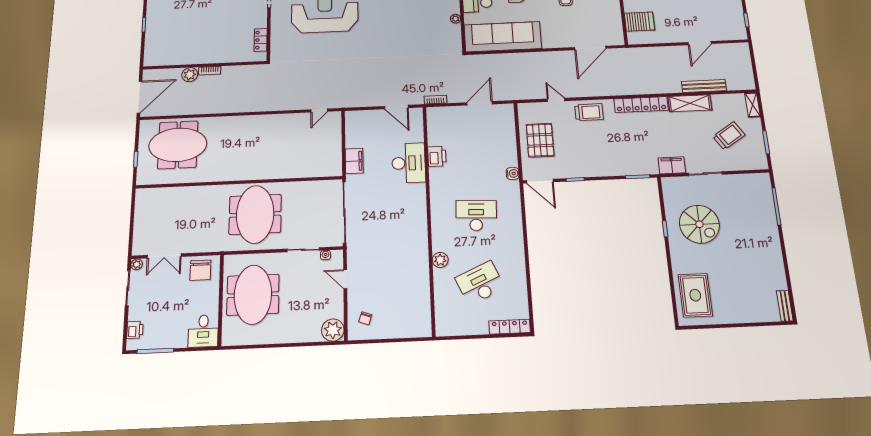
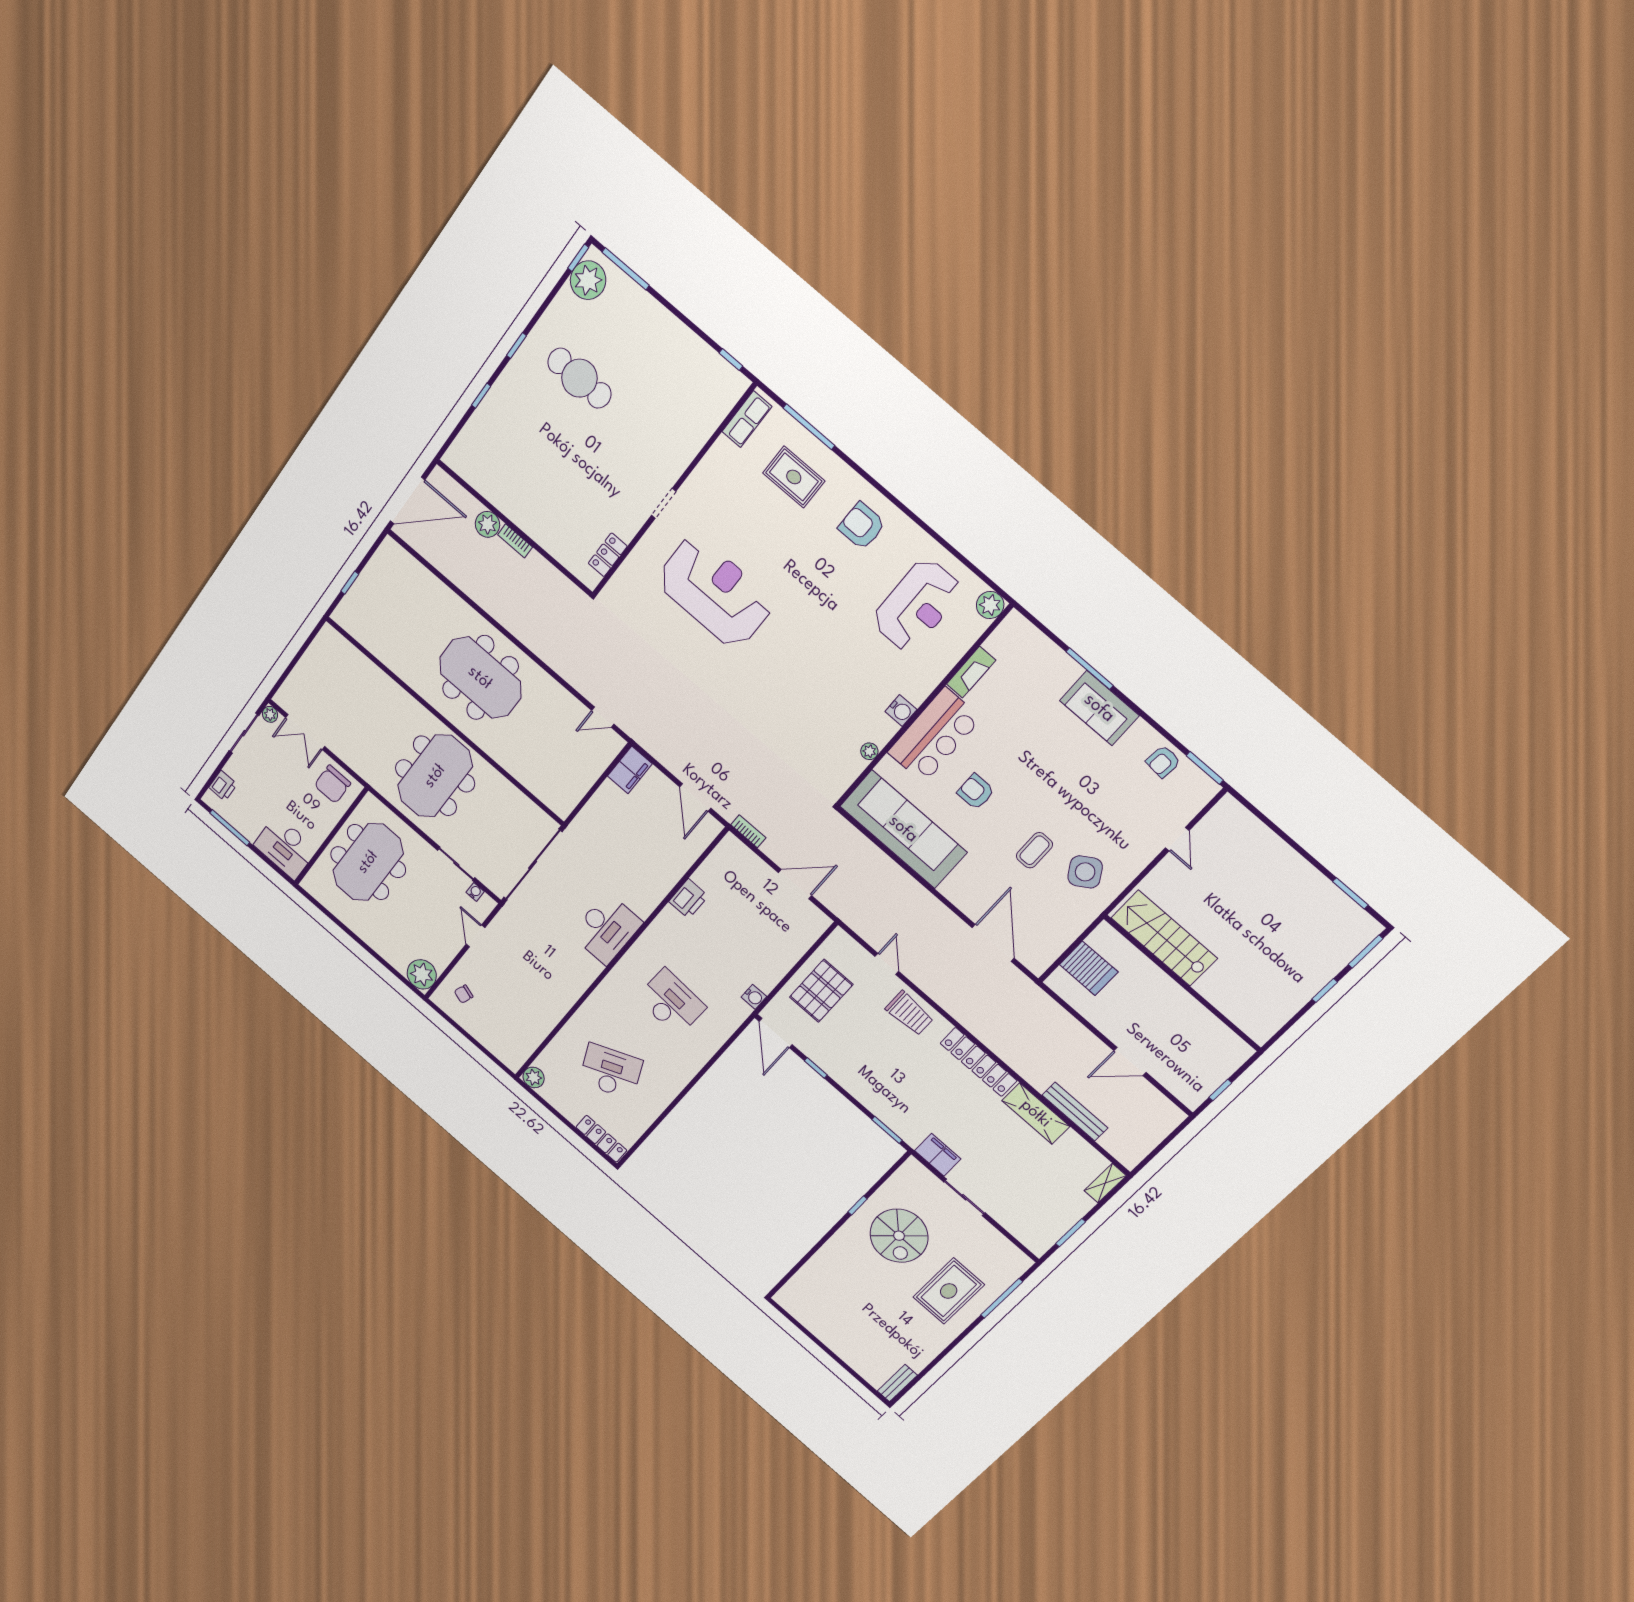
door: (590, 48) -> (993, 943), swing flipped
trolley: (729, 136) -> (1038, 1187), removed
meeting table: (178, 145) -> (480, 678), moved
filing cabinet: (354, 161) -> (630, 770), moved
desk: (409, 163) -> (607, 929), moved
plant: (440, 260) -> (534, 1077), moved
rug: (695, 295) -> (949, 1291), moved
desk: (203, 331) -> (285, 847), width x1.37

